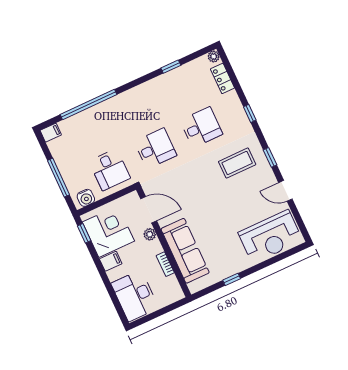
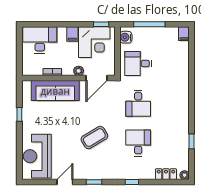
window: (89, 105) -> (192, 70), removed
desk: (201, 127) -> (138, 143), turned 180
coffee table: (237, 163) -> (94, 138), moved, turned 59

